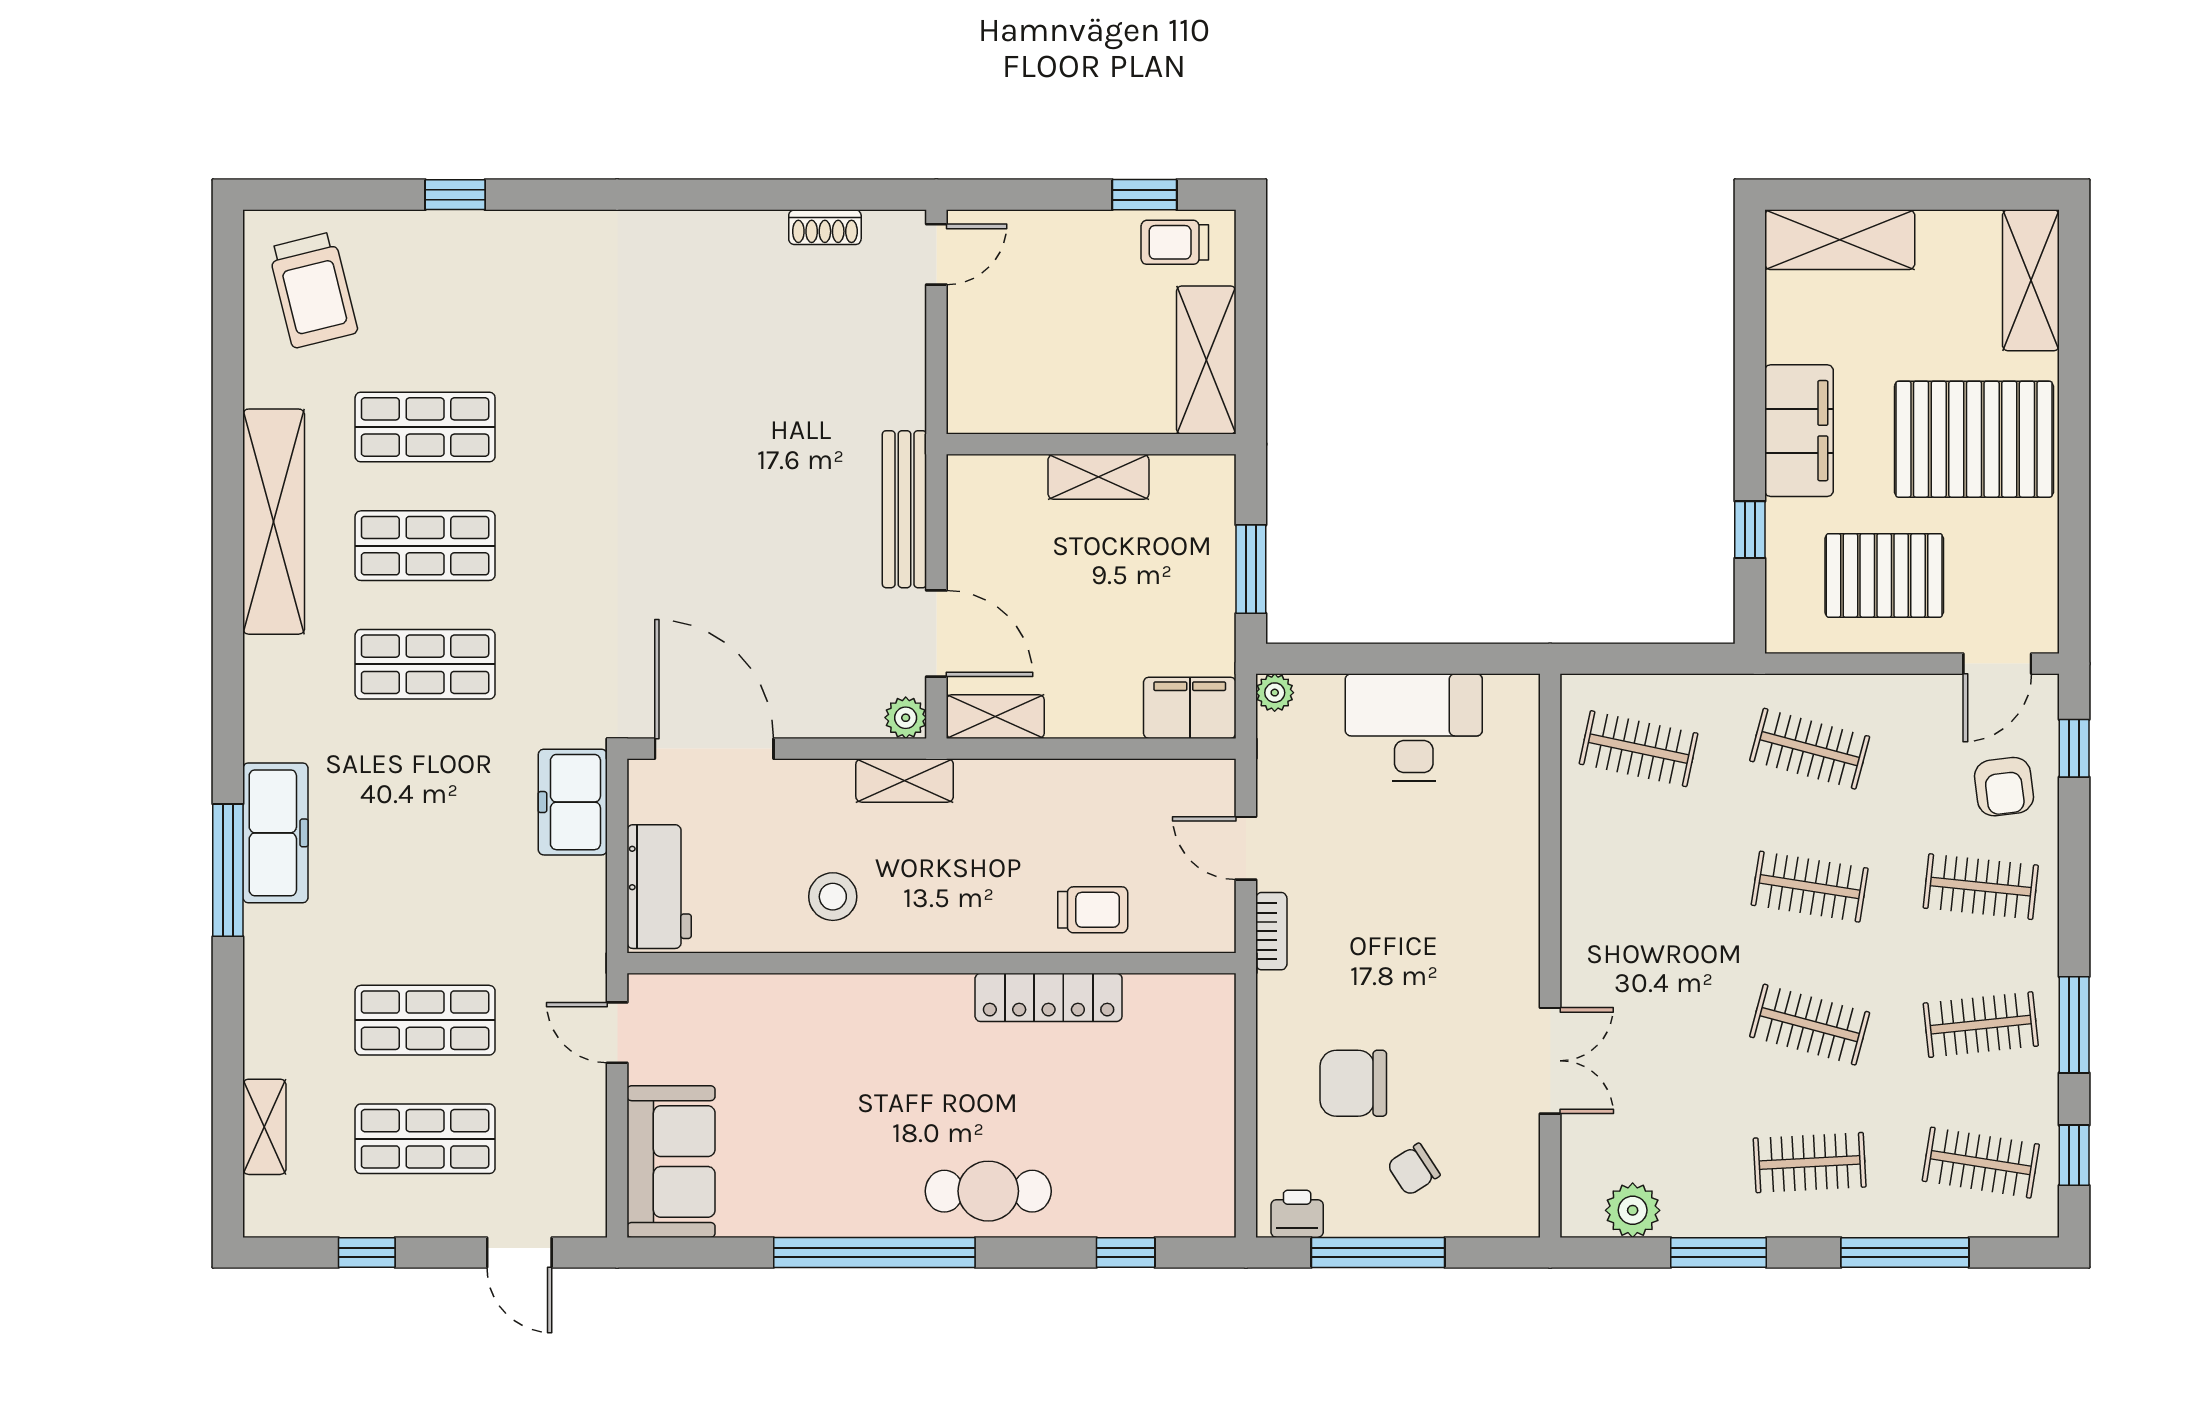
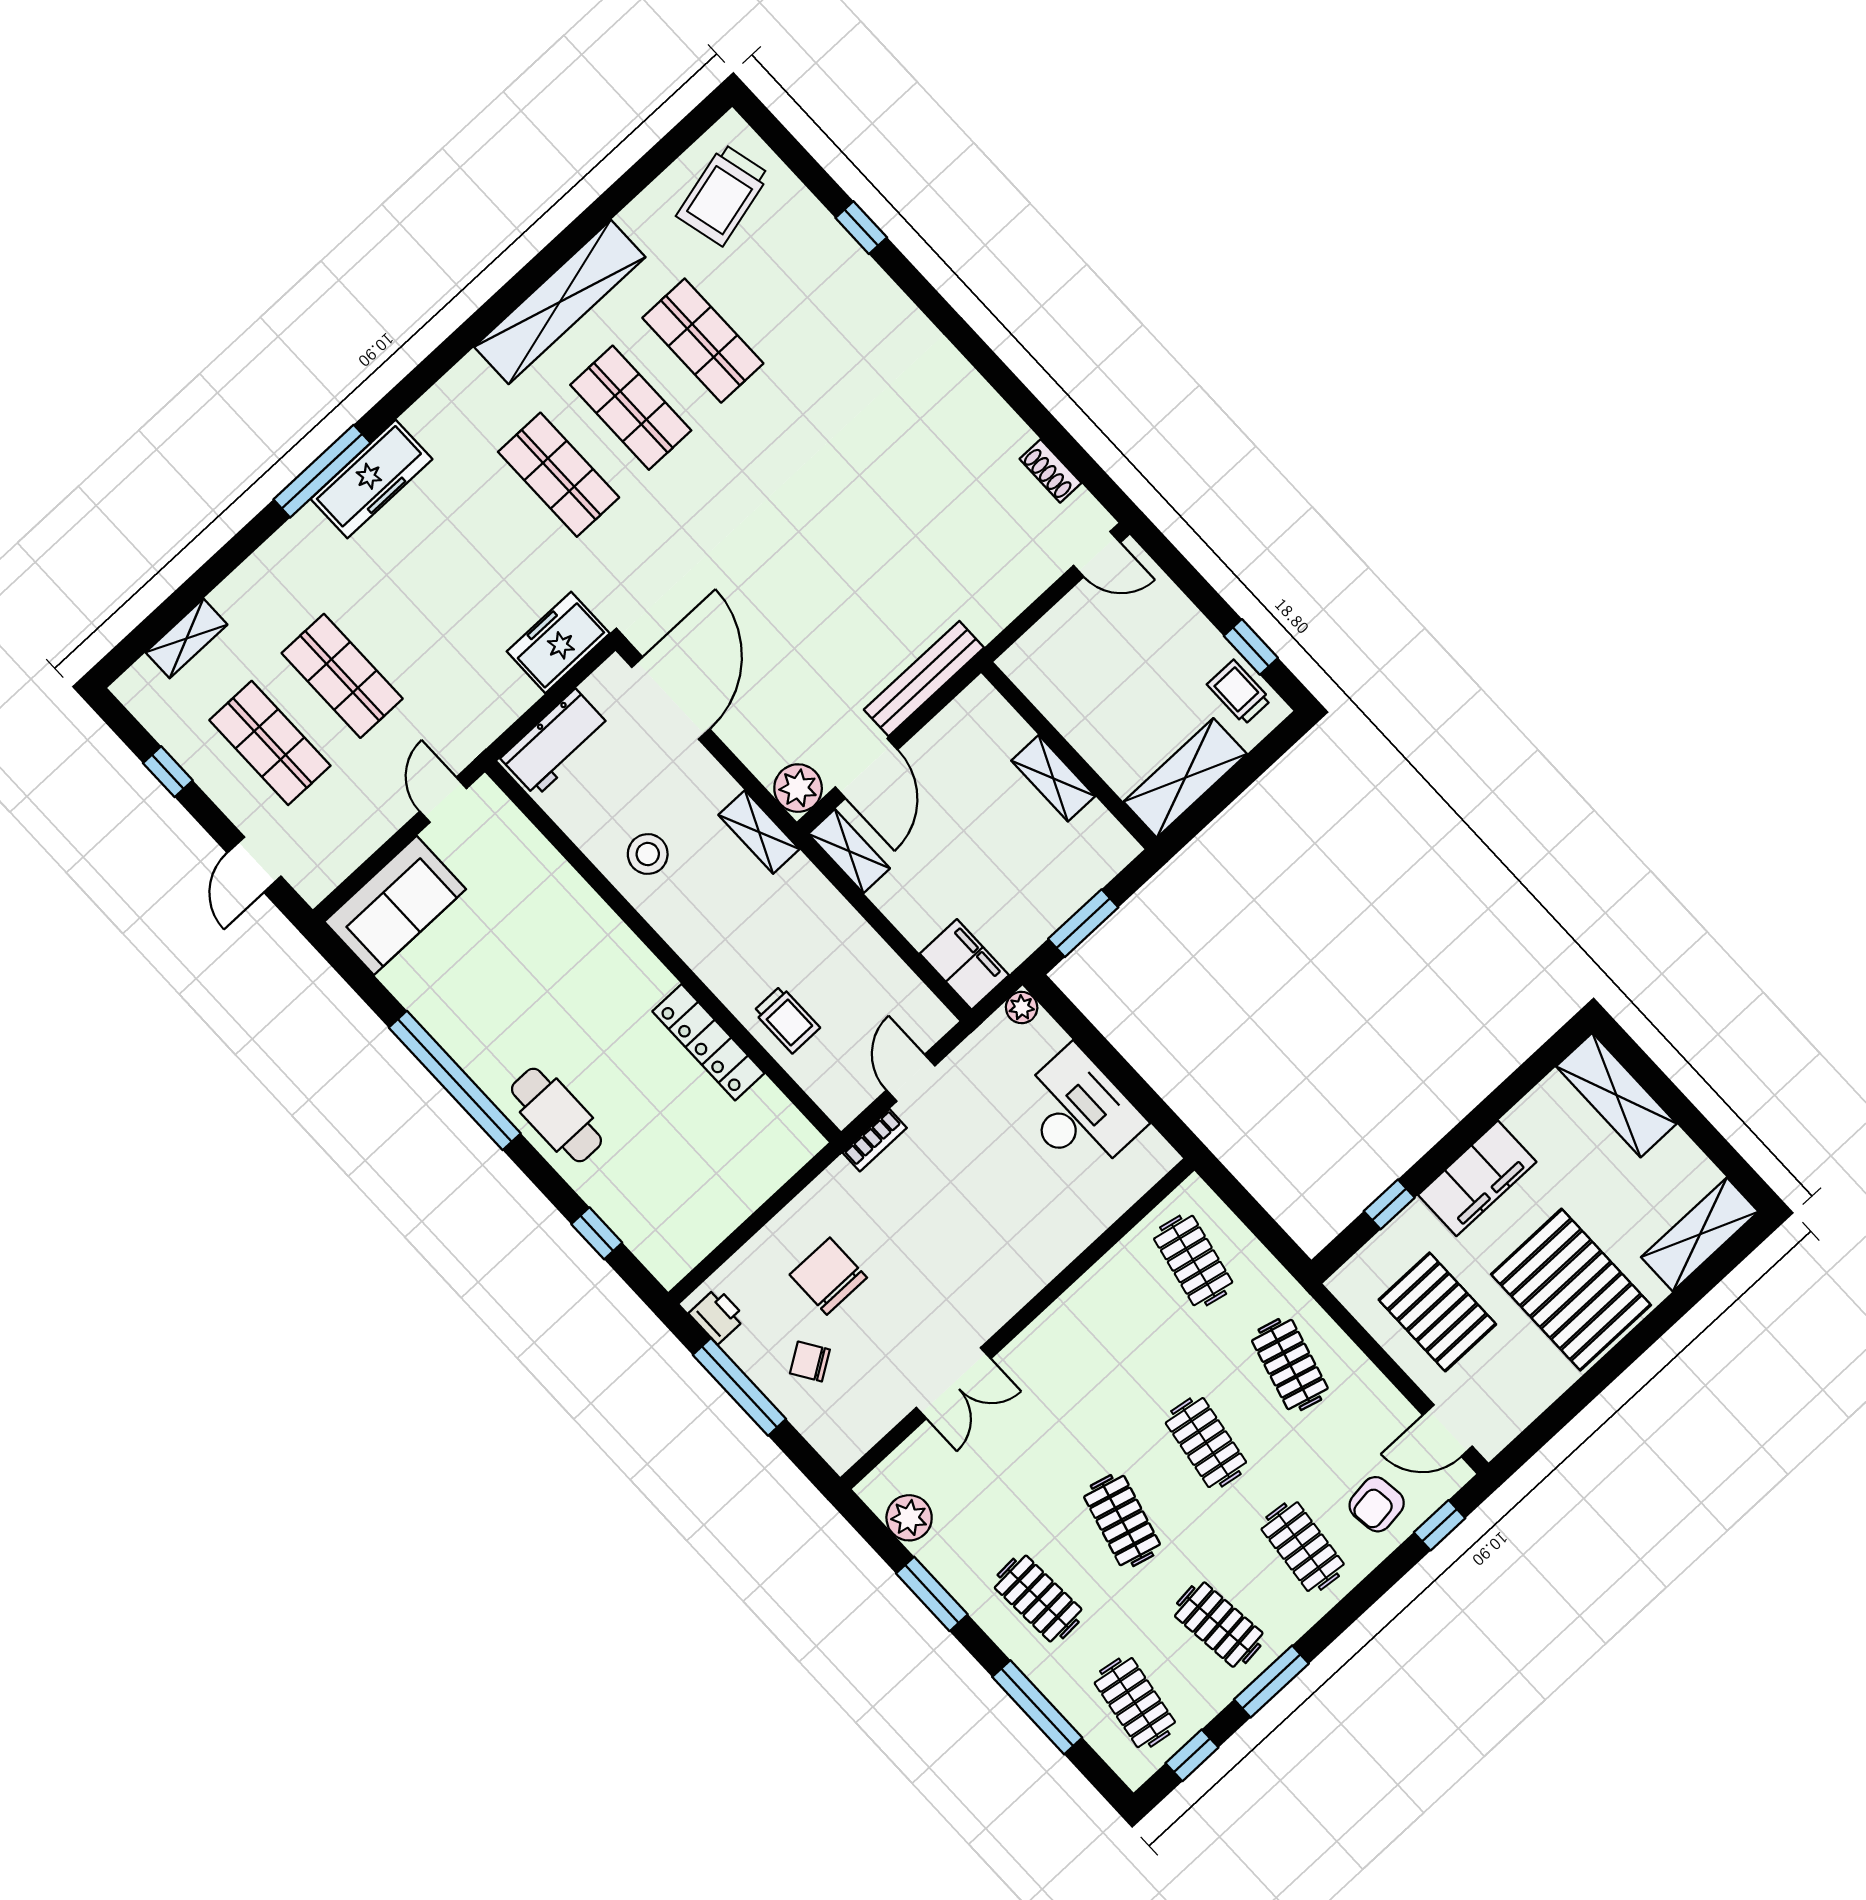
plant: (906, 718) -> (798, 788), width x1.38, depth x1.38

